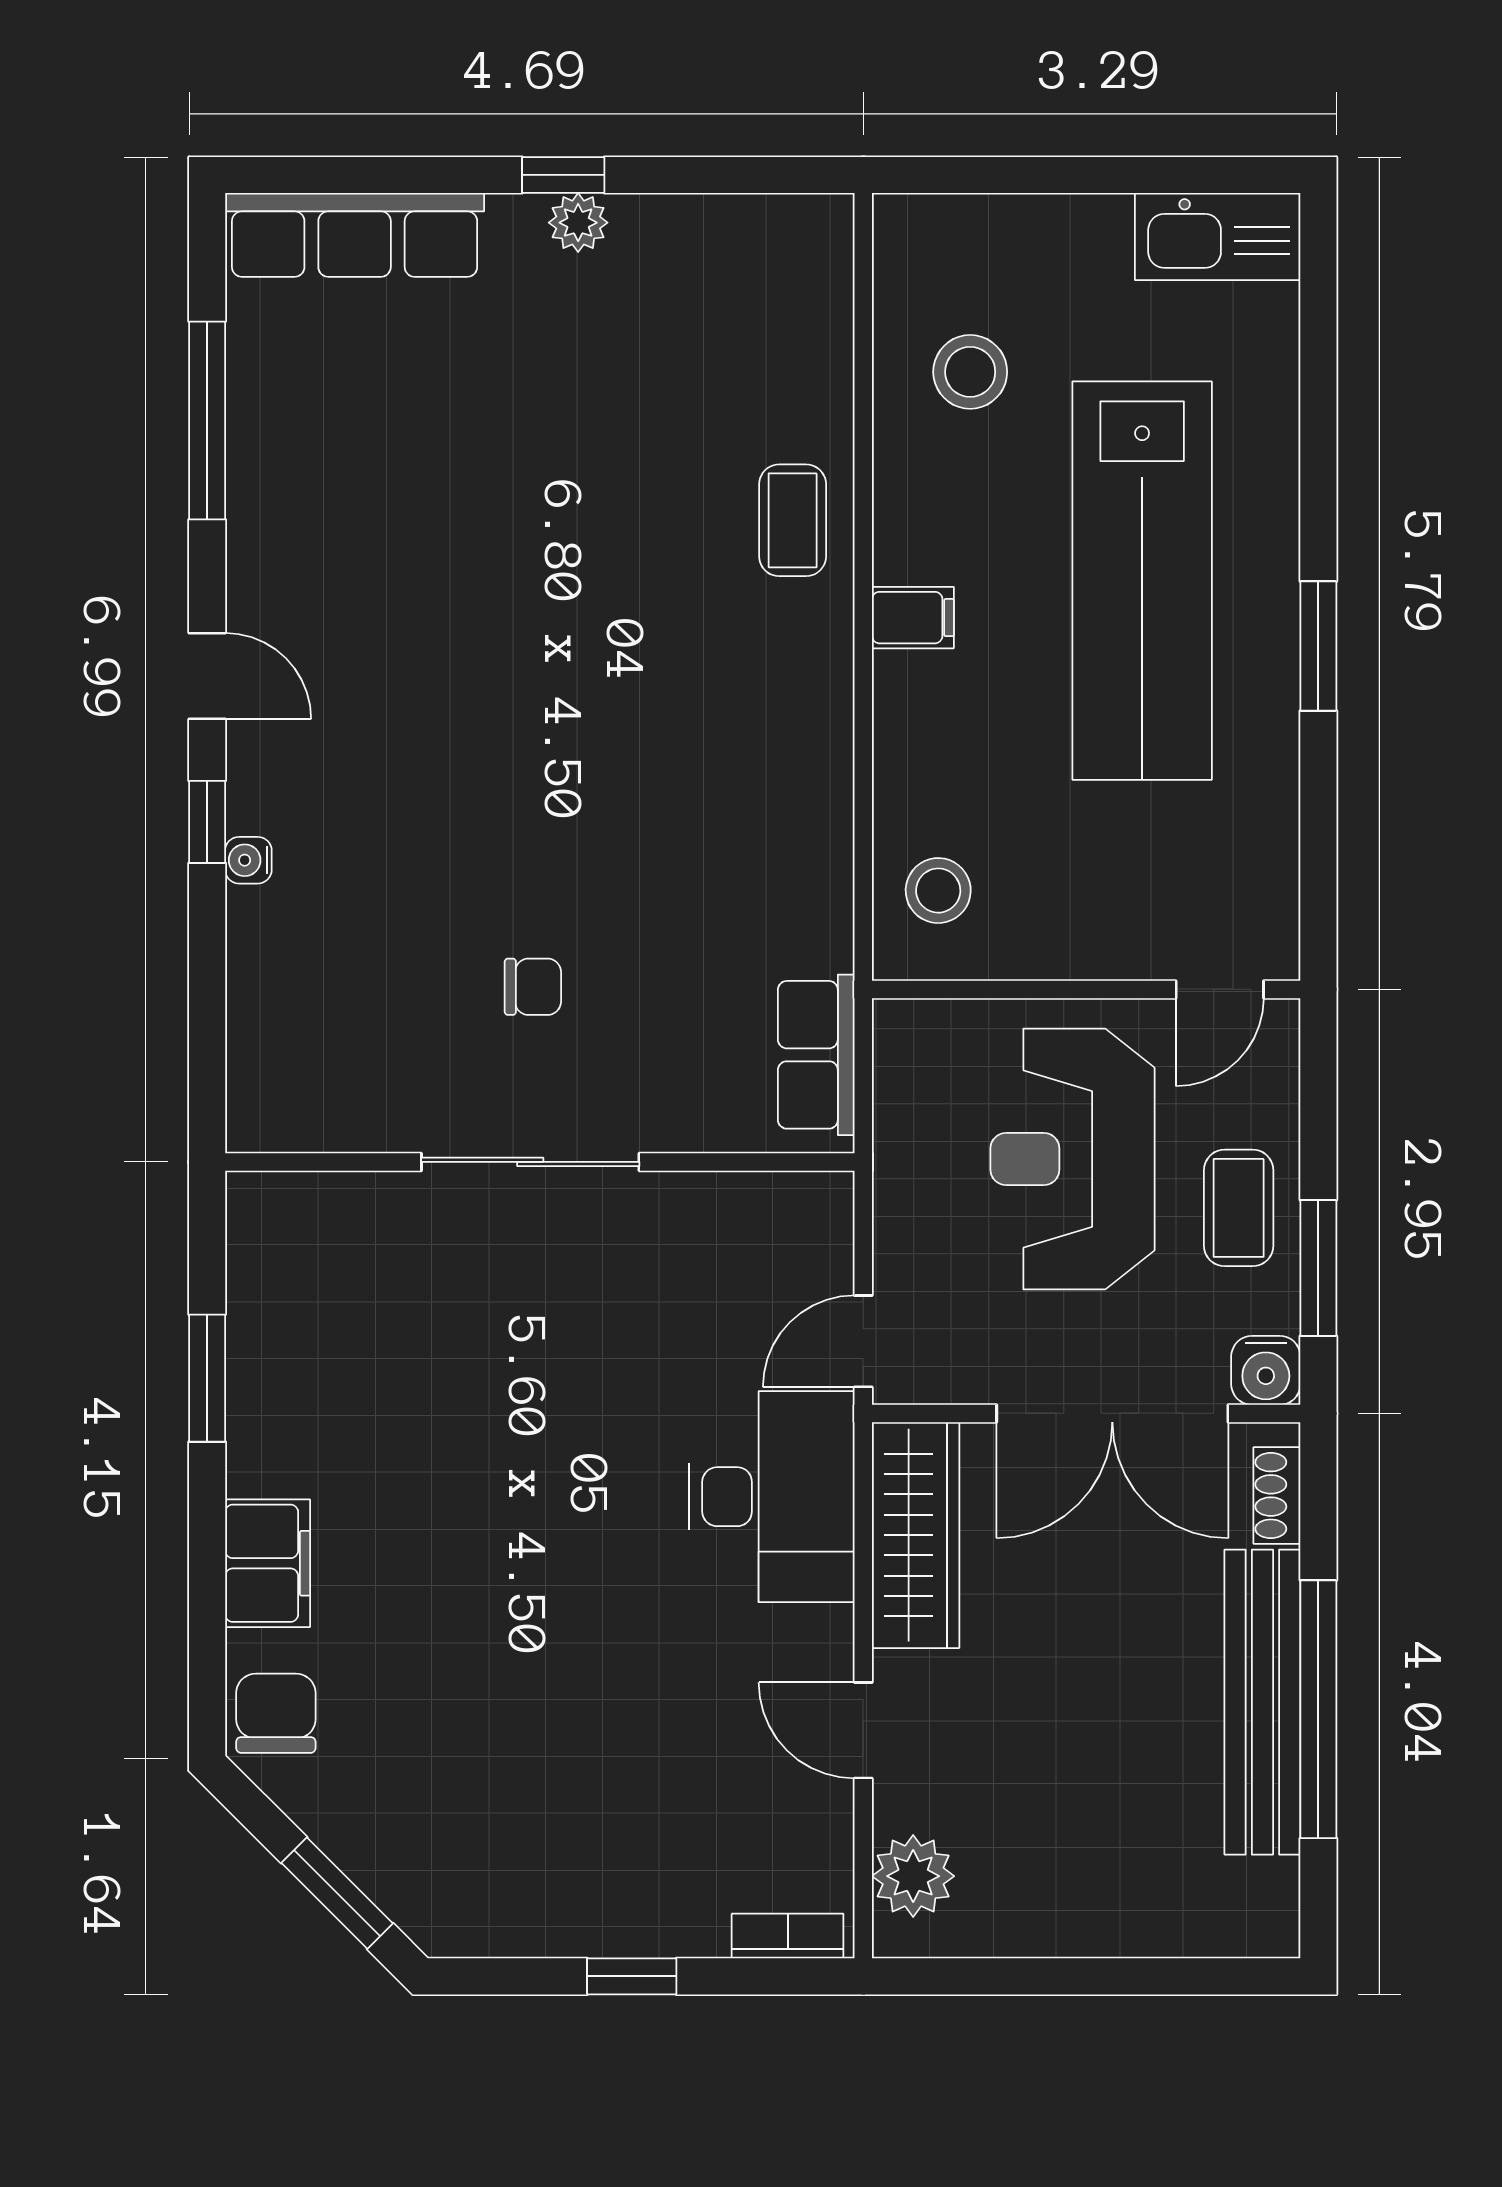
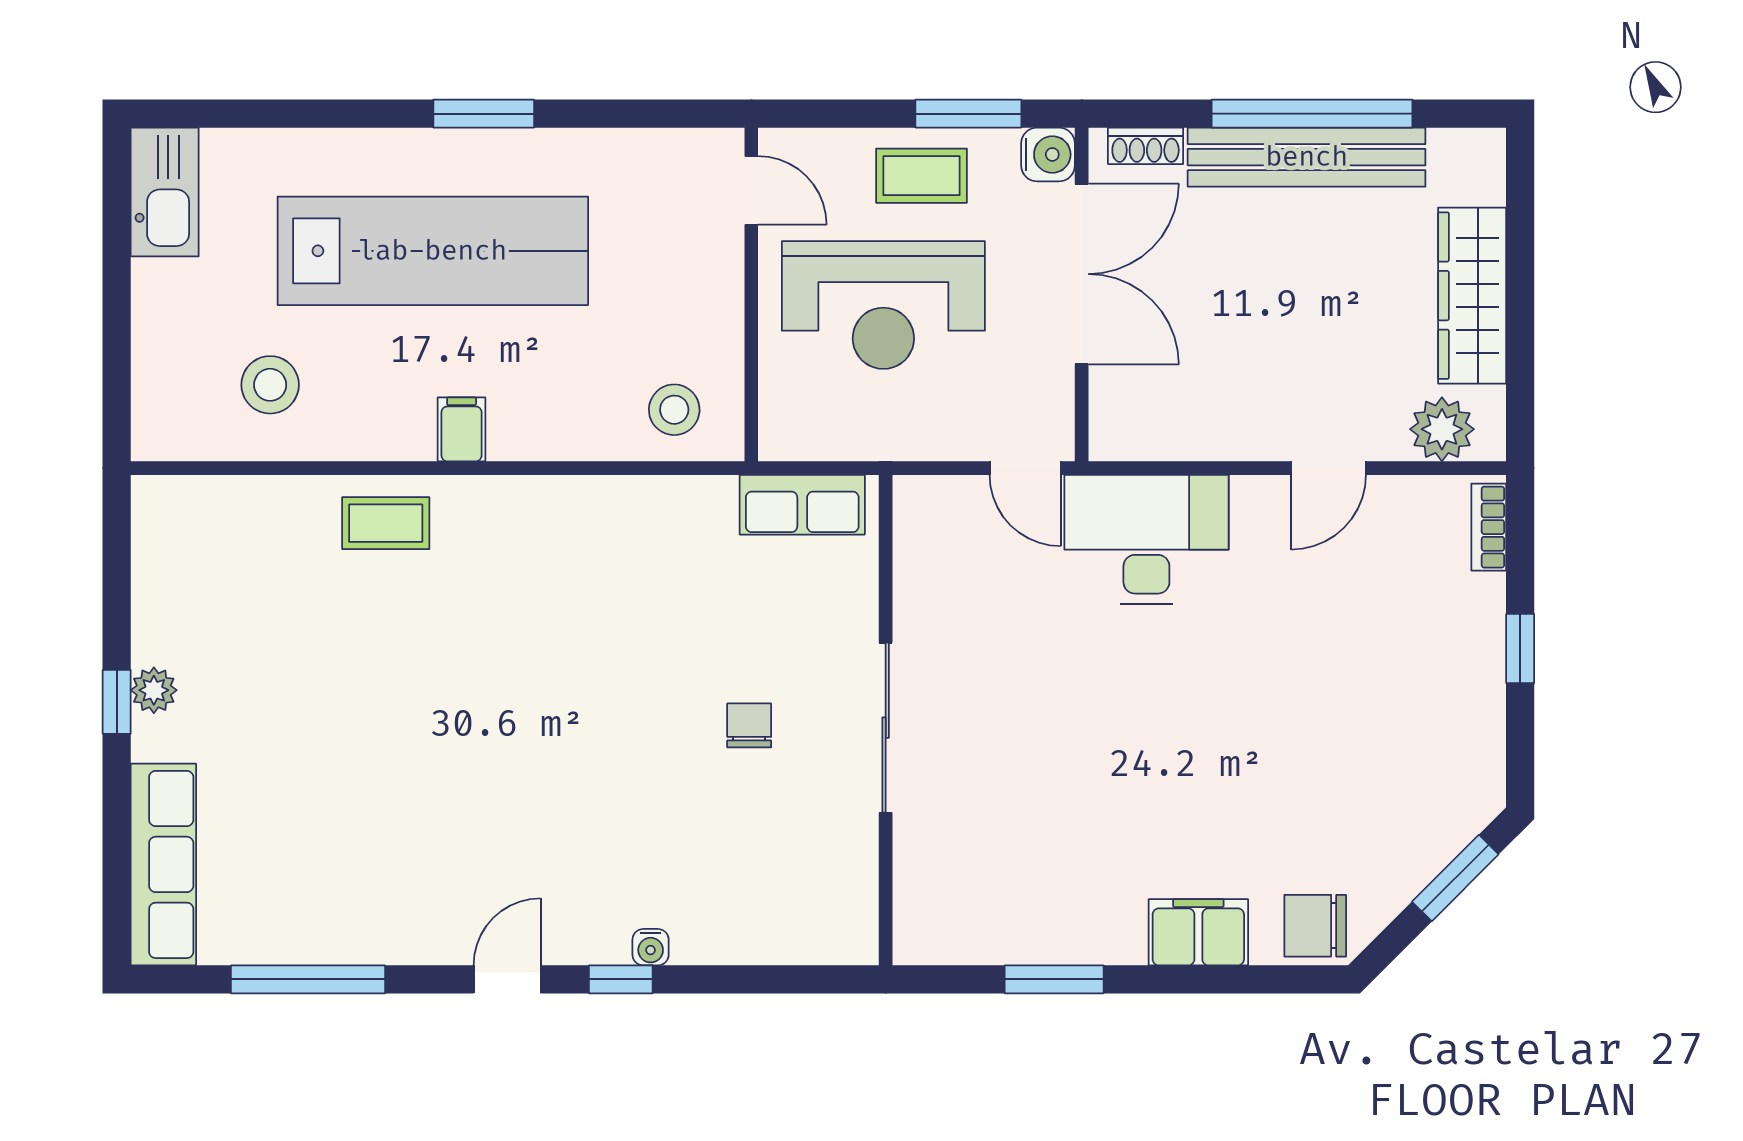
wardrobe: (916, 1535) -> (1472, 296), moved, turned -90

